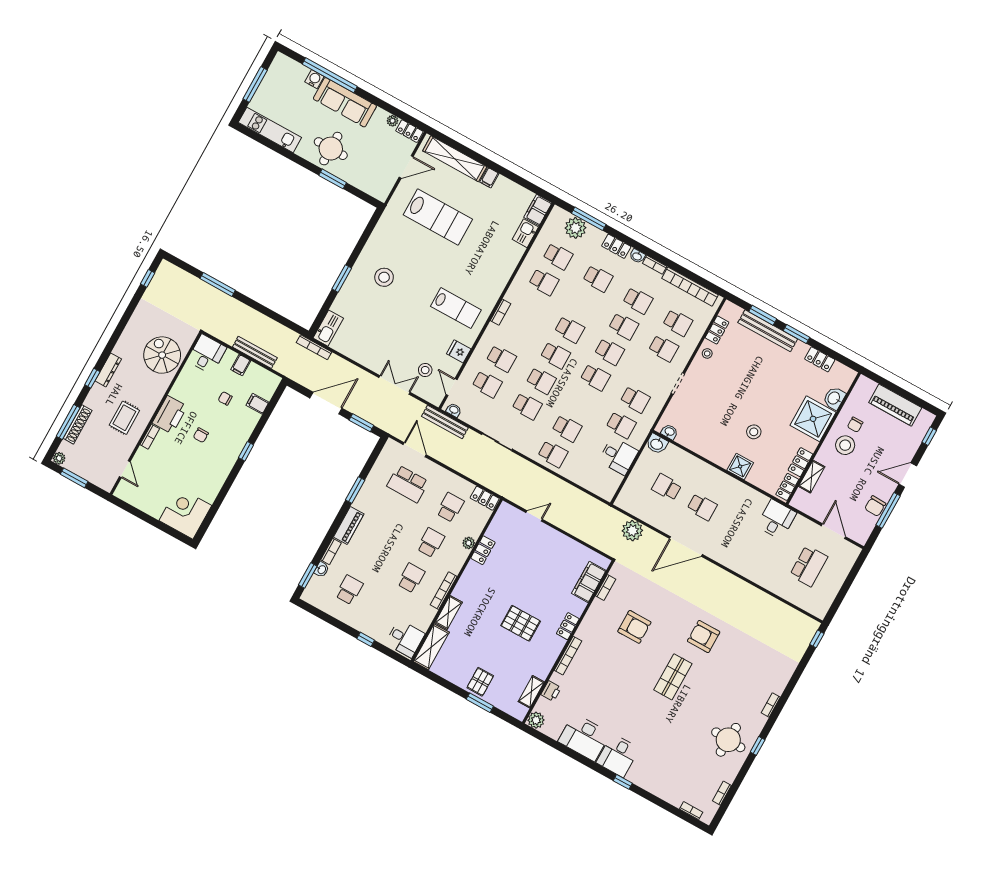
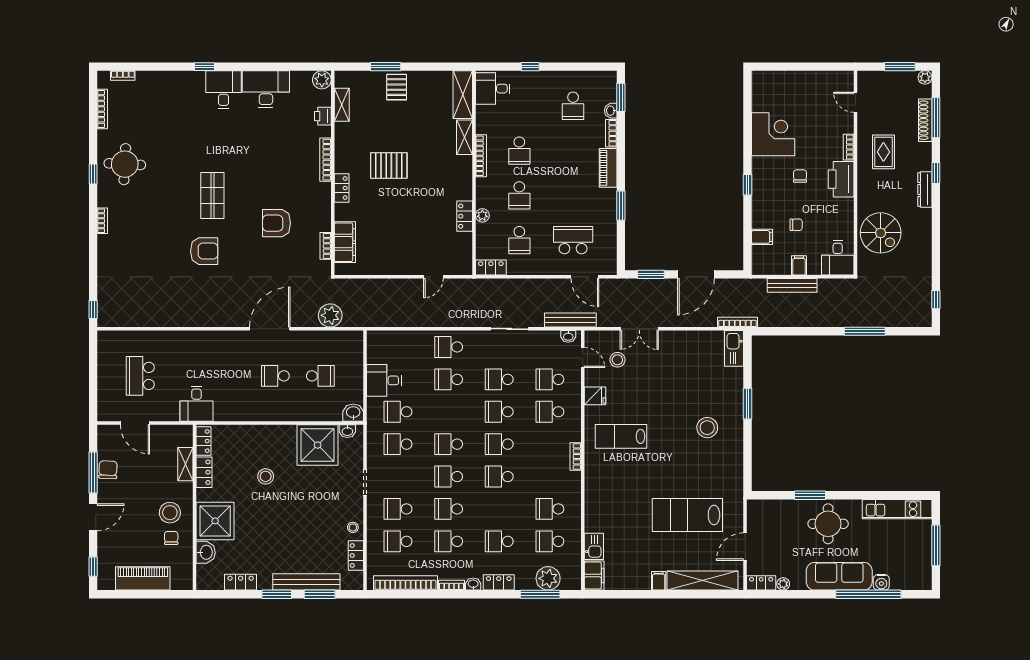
shower: (740, 466) -> (318, 445), moved, width x1.86, depth x1.86
corner desk: (185, 513) -> (773, 134), moved, turned -90
bookcase: (722, 793) -> (102, 109), width x1.56

